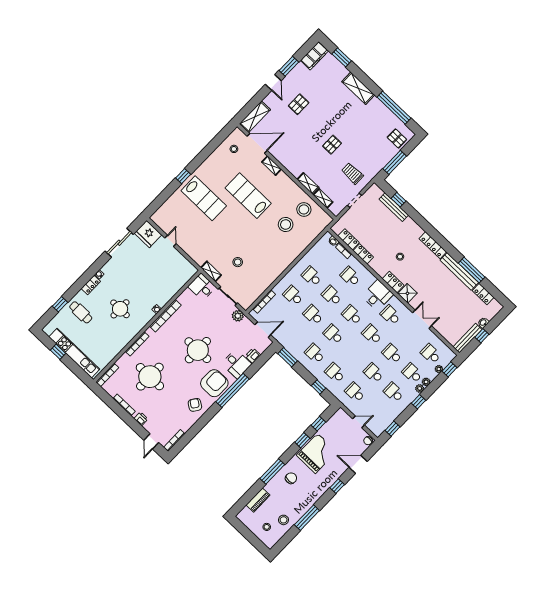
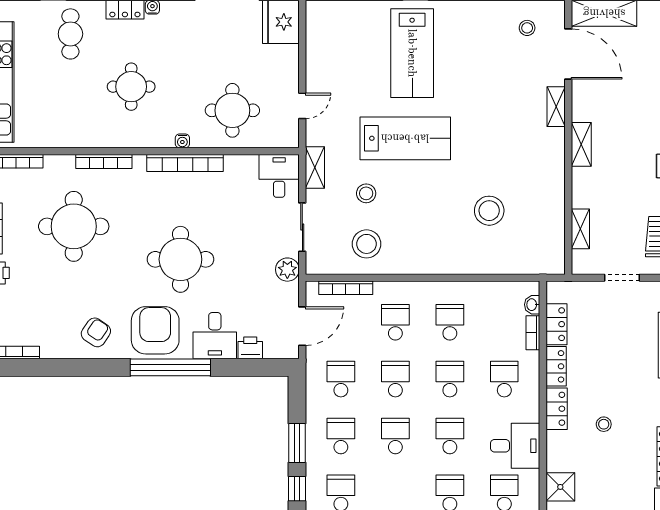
shelving: (308, 183) -> (581, 144), moved
lab bench: (248, 196) -> (405, 138), moved, turned 90
stool: (304, 209) -> (366, 244), moved
door: (171, 241) -> (302, 106), moved
round table: (163, 281) -> (232, 110), added
locker: (393, 282) -> (557, 409), moved
door: (263, 330) -> (302, 326), hinge flipped
school desk: (295, 334) -> (341, 379), added
window: (288, 357) -> (297, 443), moved
armchair: (214, 383) -> (155, 330), turned -90

